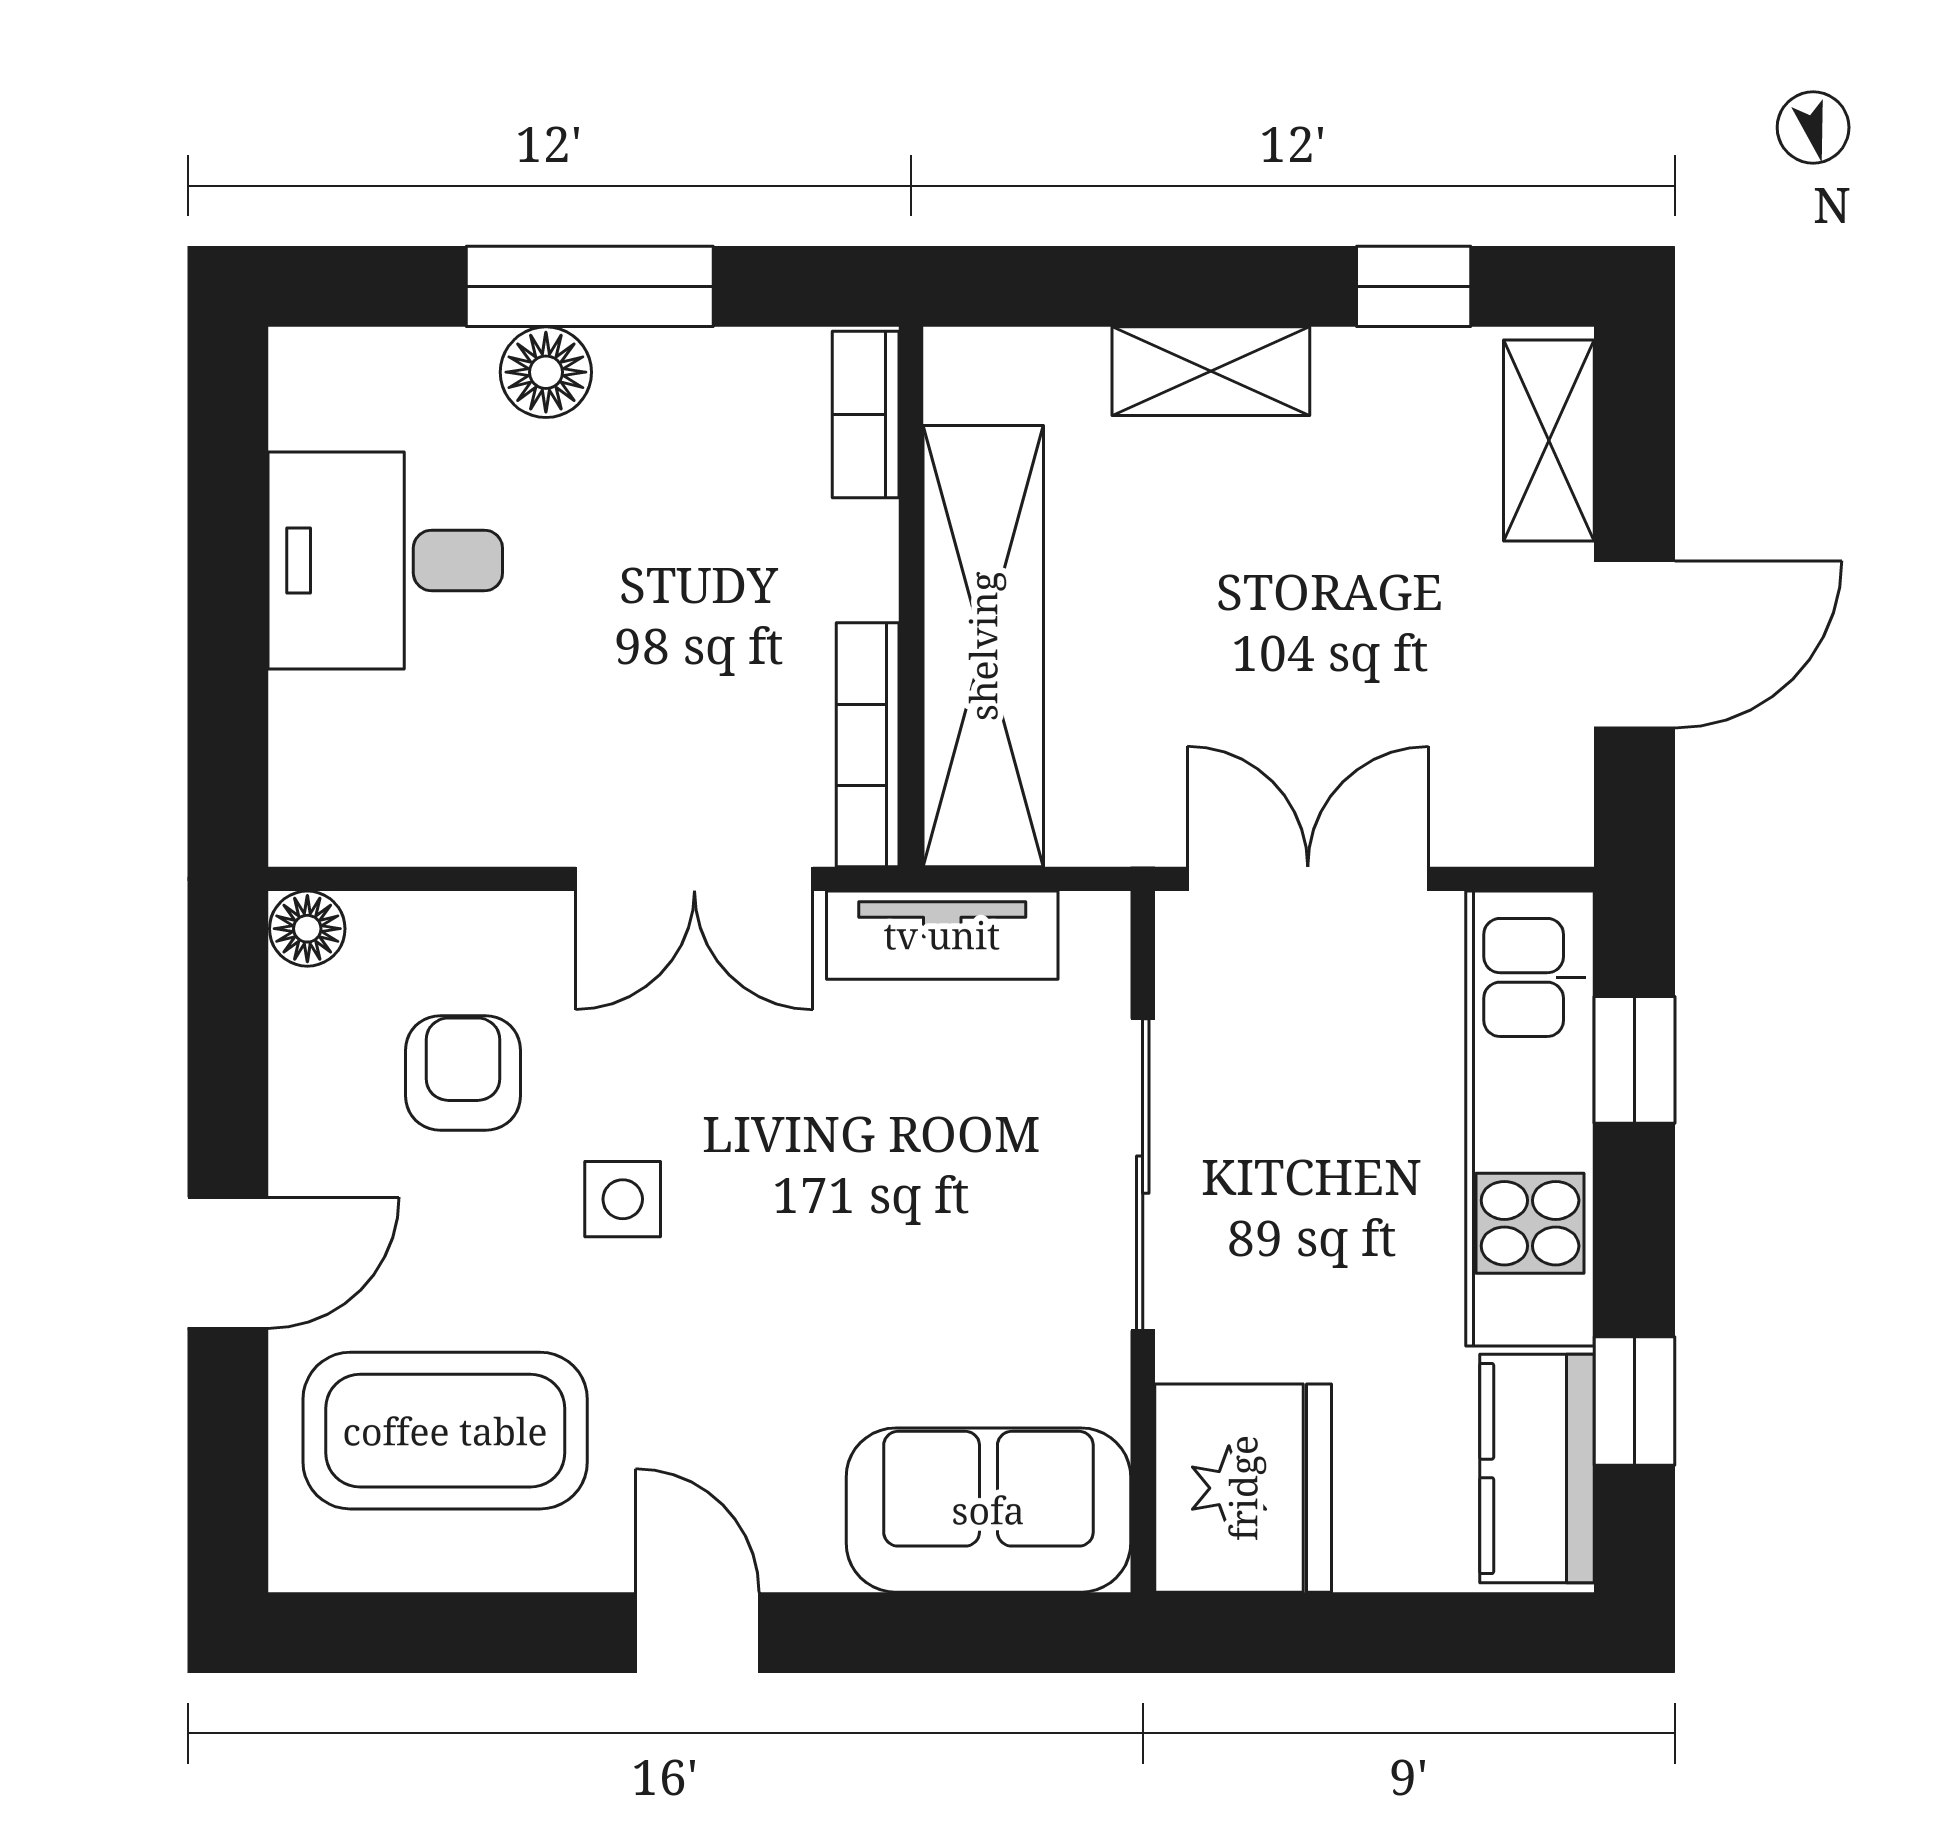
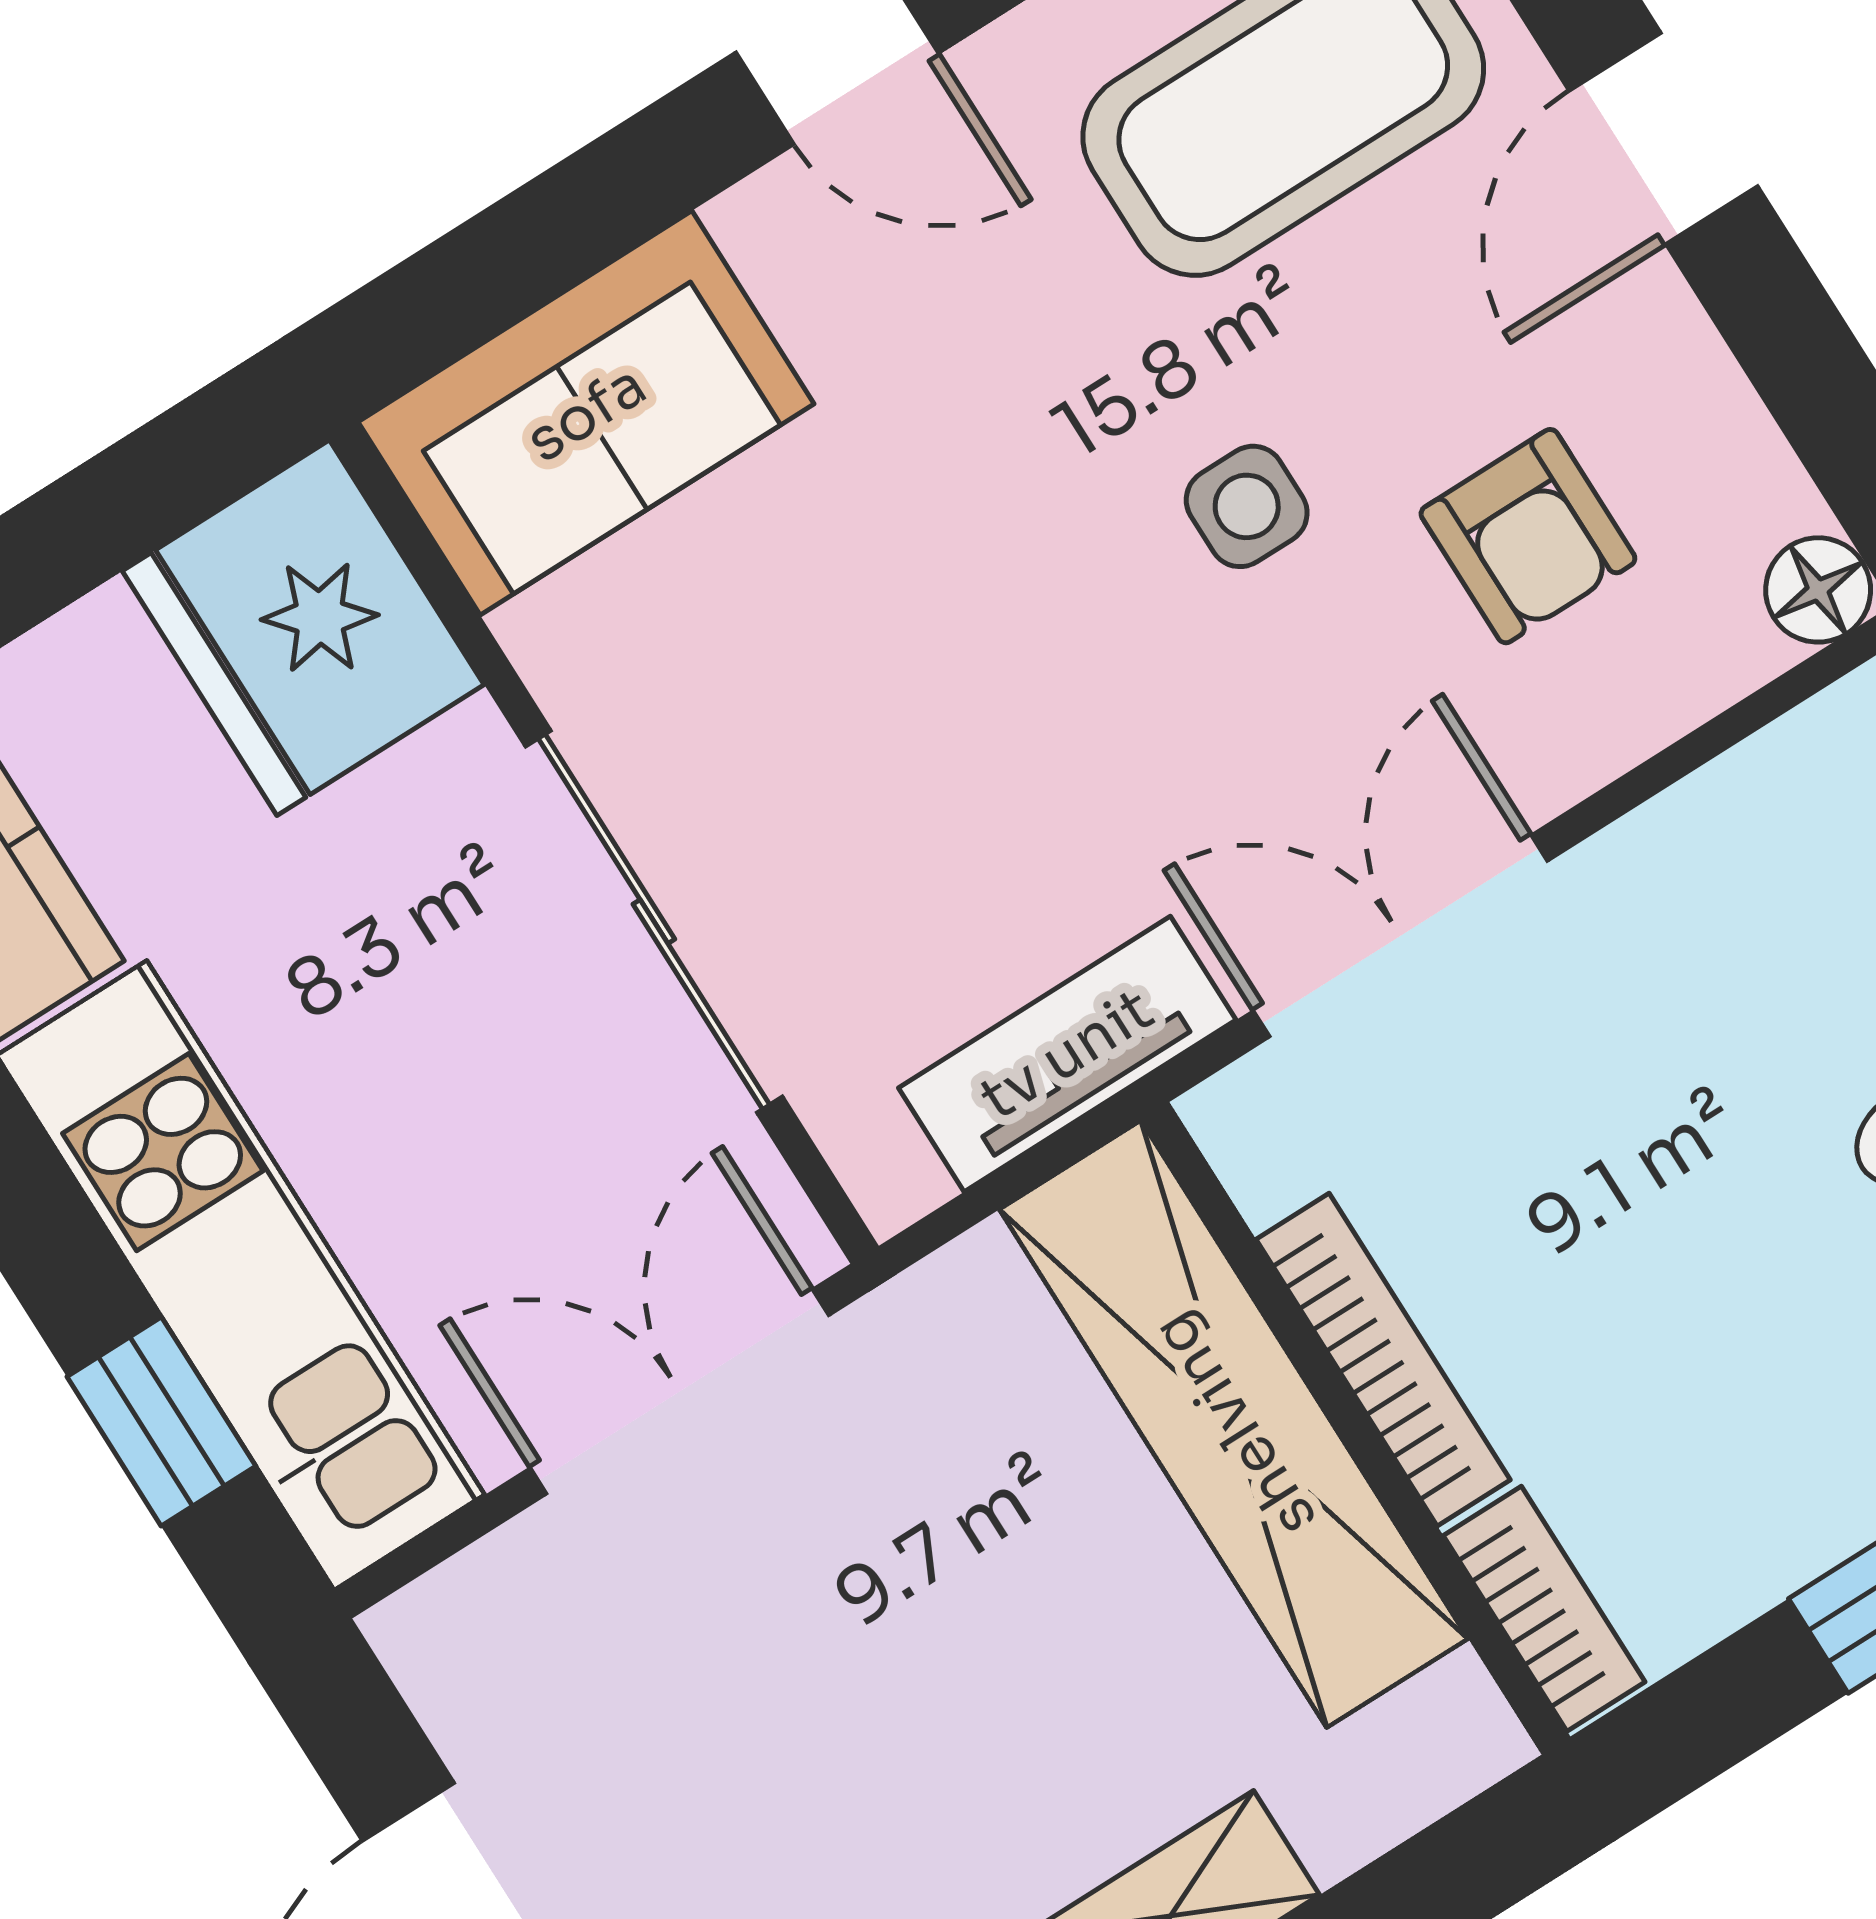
bookcase: (868, 745) -> (1383, 1360), moved
double door: (1308, 879) -> (680, 1392), swing flipped

